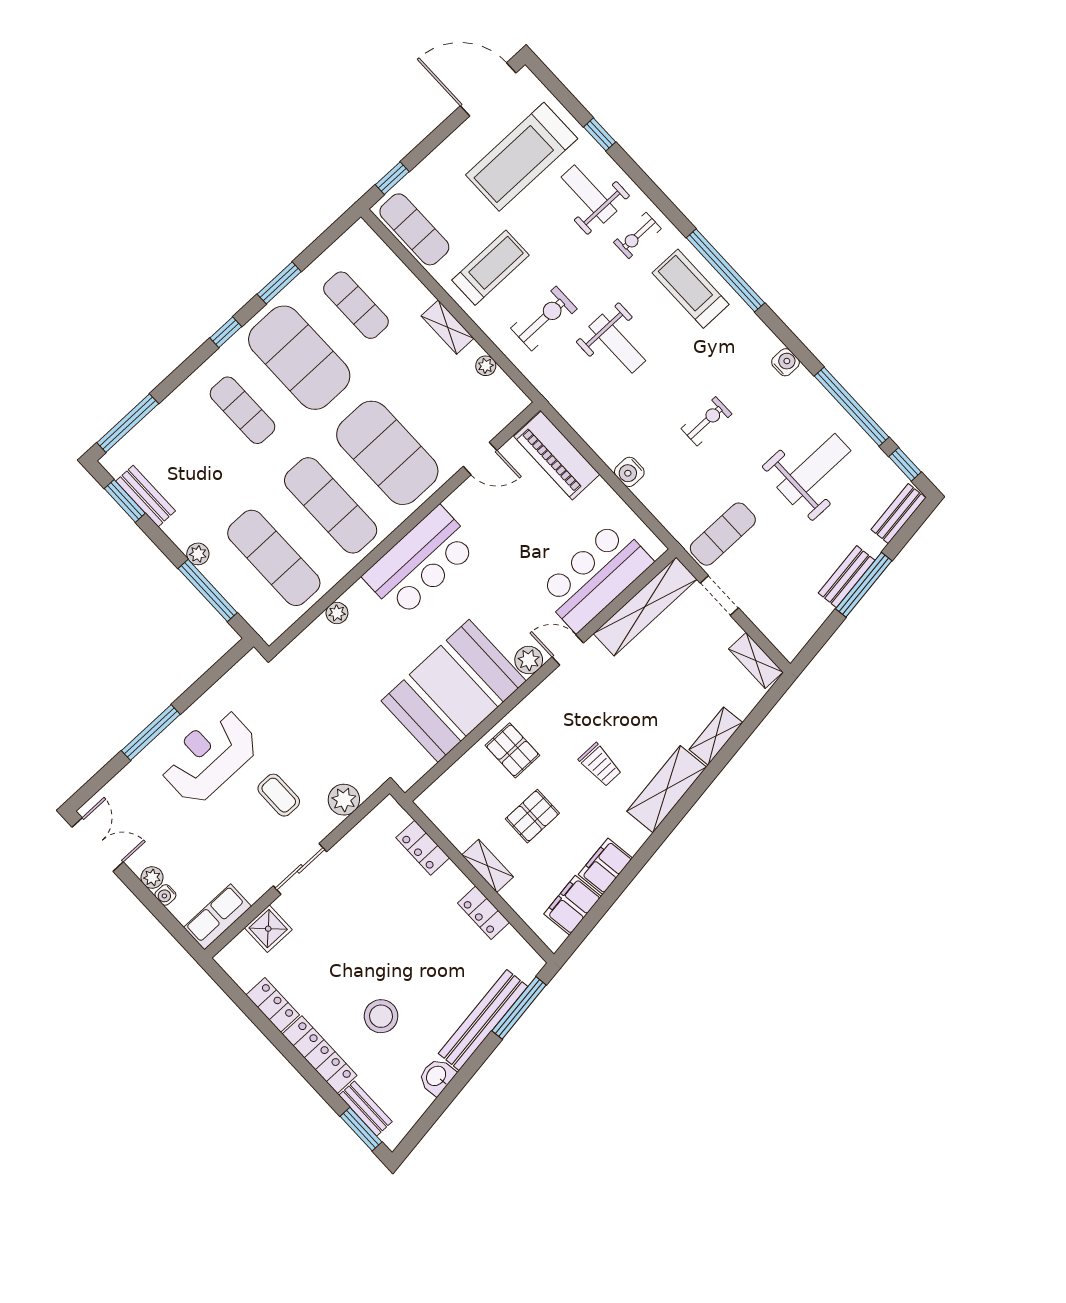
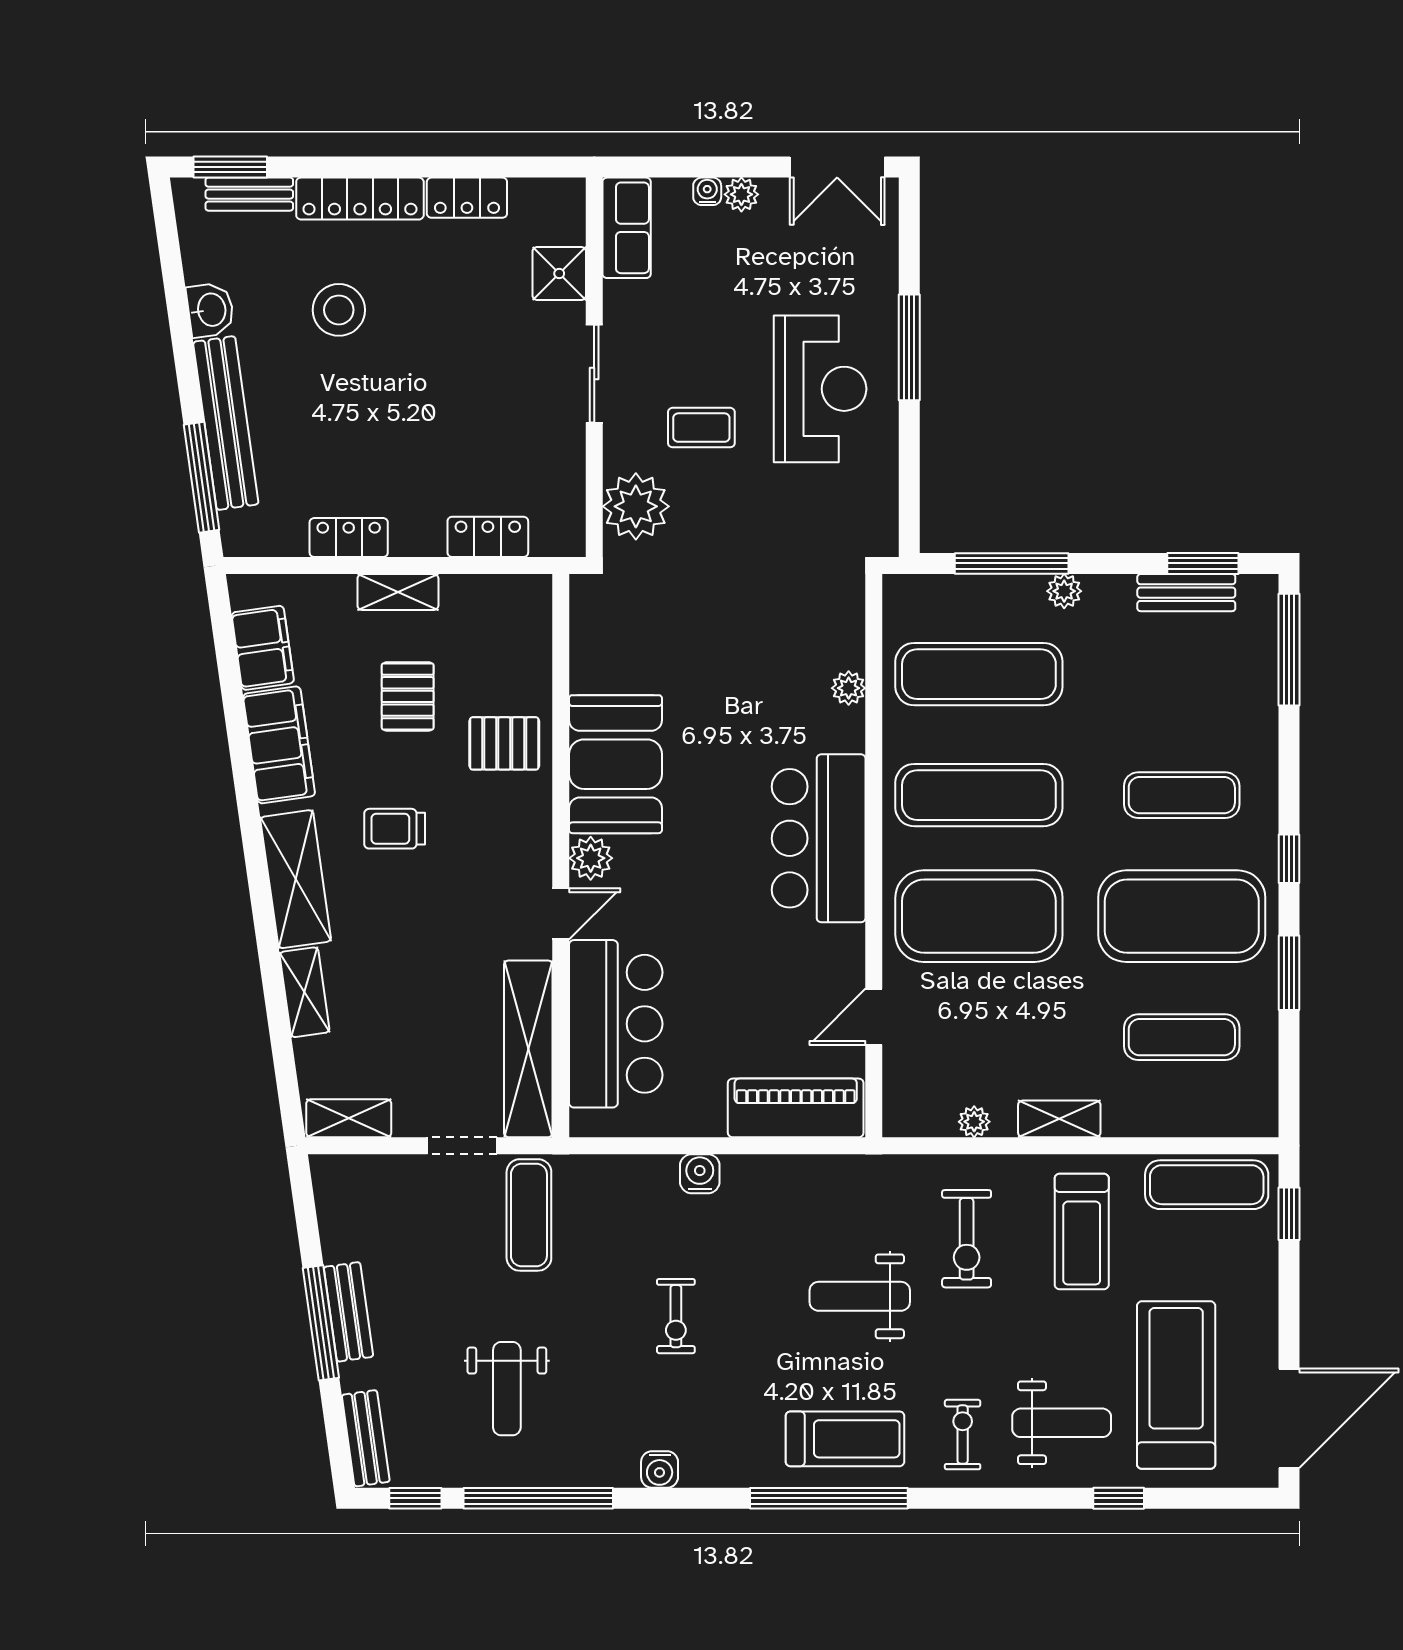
weight bench: (814, 469) -> (507, 1389), width x0.73, depth x0.75
booth: (454, 691) -> (615, 764), width x0.73, depth x0.70
plant: (344, 800) -> (636, 506), width x1.36, depth x1.36
filing cabinet: (605, 866) -> (279, 745), width x1.50, depth x1.17

